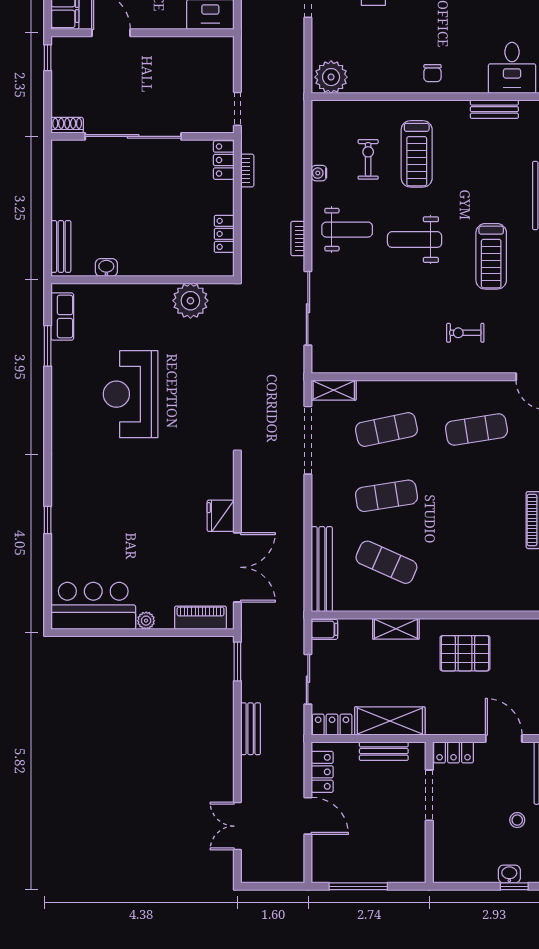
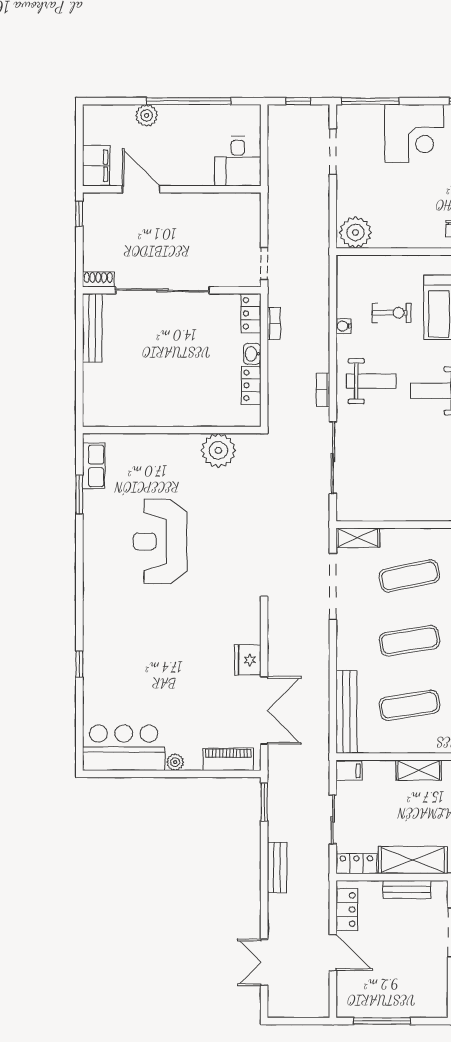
exercise bike: (368, 159) -> (392, 313), turned 90
bench: (61, 246) -> (92, 328), moved, width x1.36
washbasin: (106, 268) -> (252, 354), moved, turned -90
exercise mat: (386, 562) -> (409, 705), turned -33

